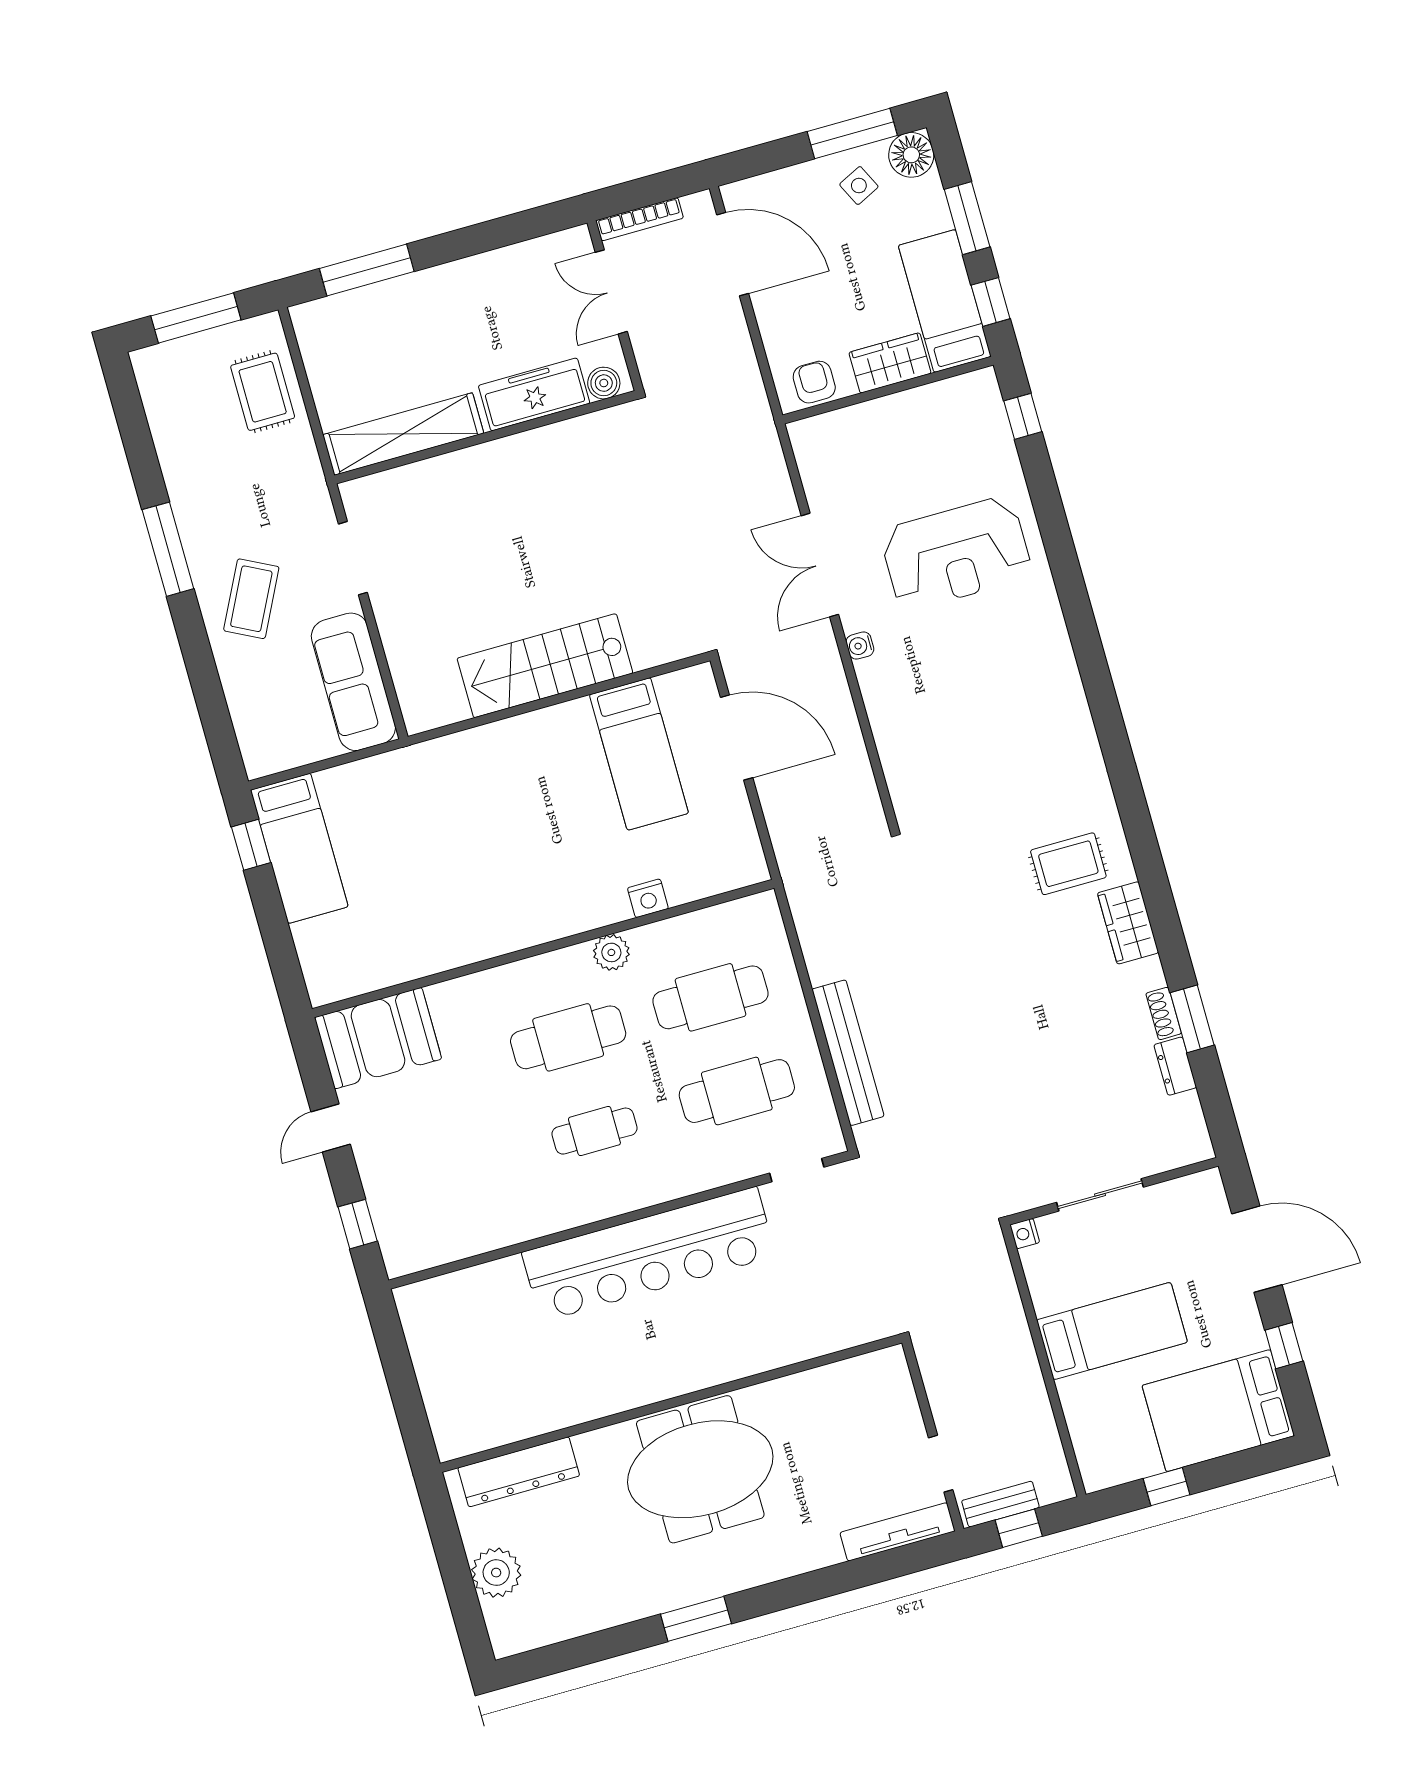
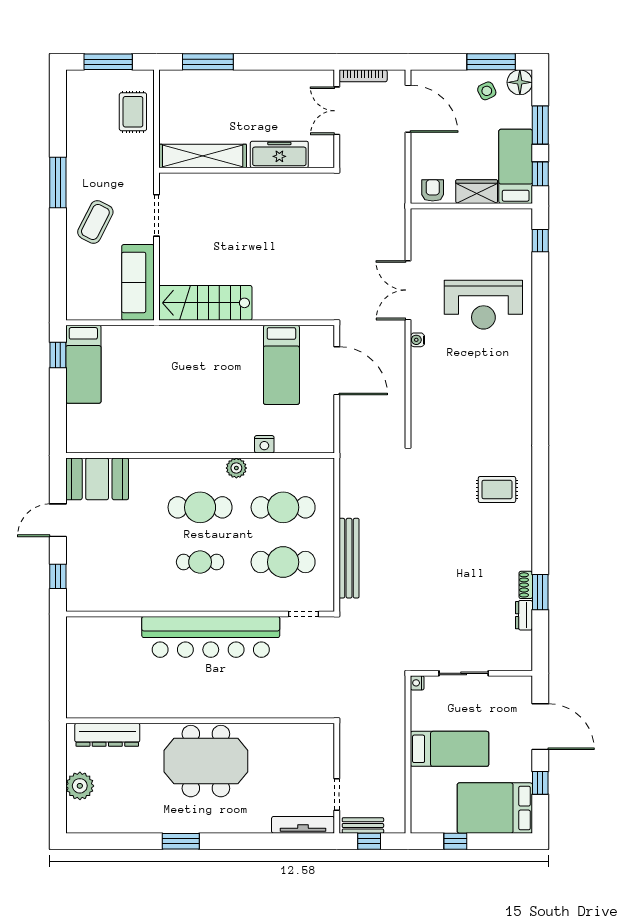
boiler: (604, 383) -> (319, 159), removed
stairs: (545, 666) -> (205, 303), moved
wardrobe: (1128, 923) -> (520, 531), removed
door: (331, 1128) -> (58, 520), width x1.37

